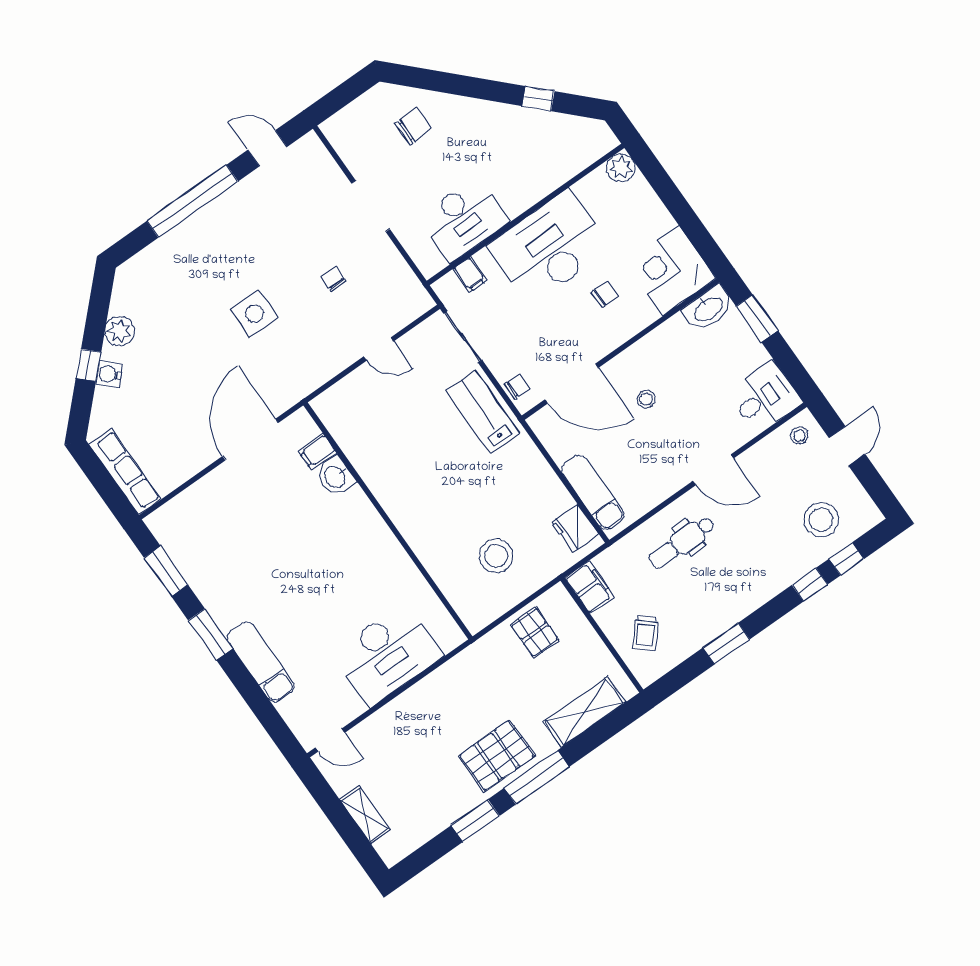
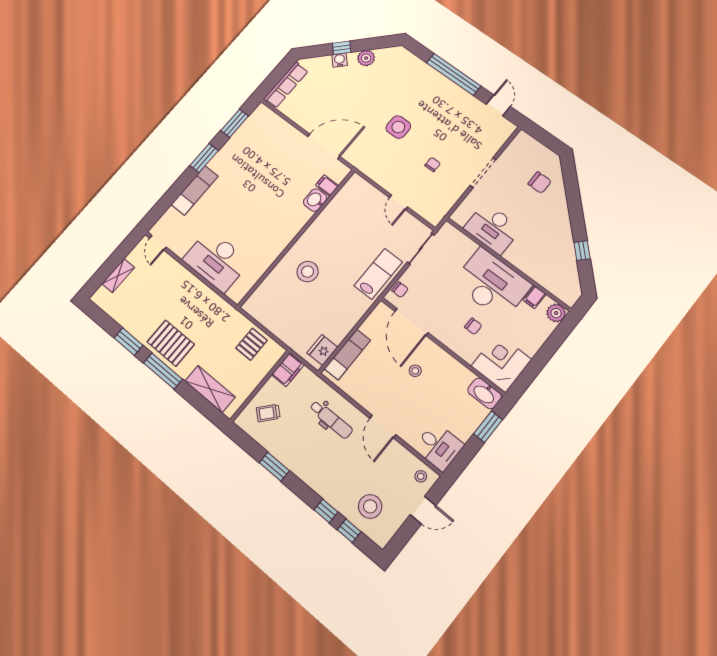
filing cabinet: (470, 275) -> (534, 297), moved
dental chair: (682, 542) -> (331, 419), turned 180
stool: (496, 556) -> (308, 272), moved

